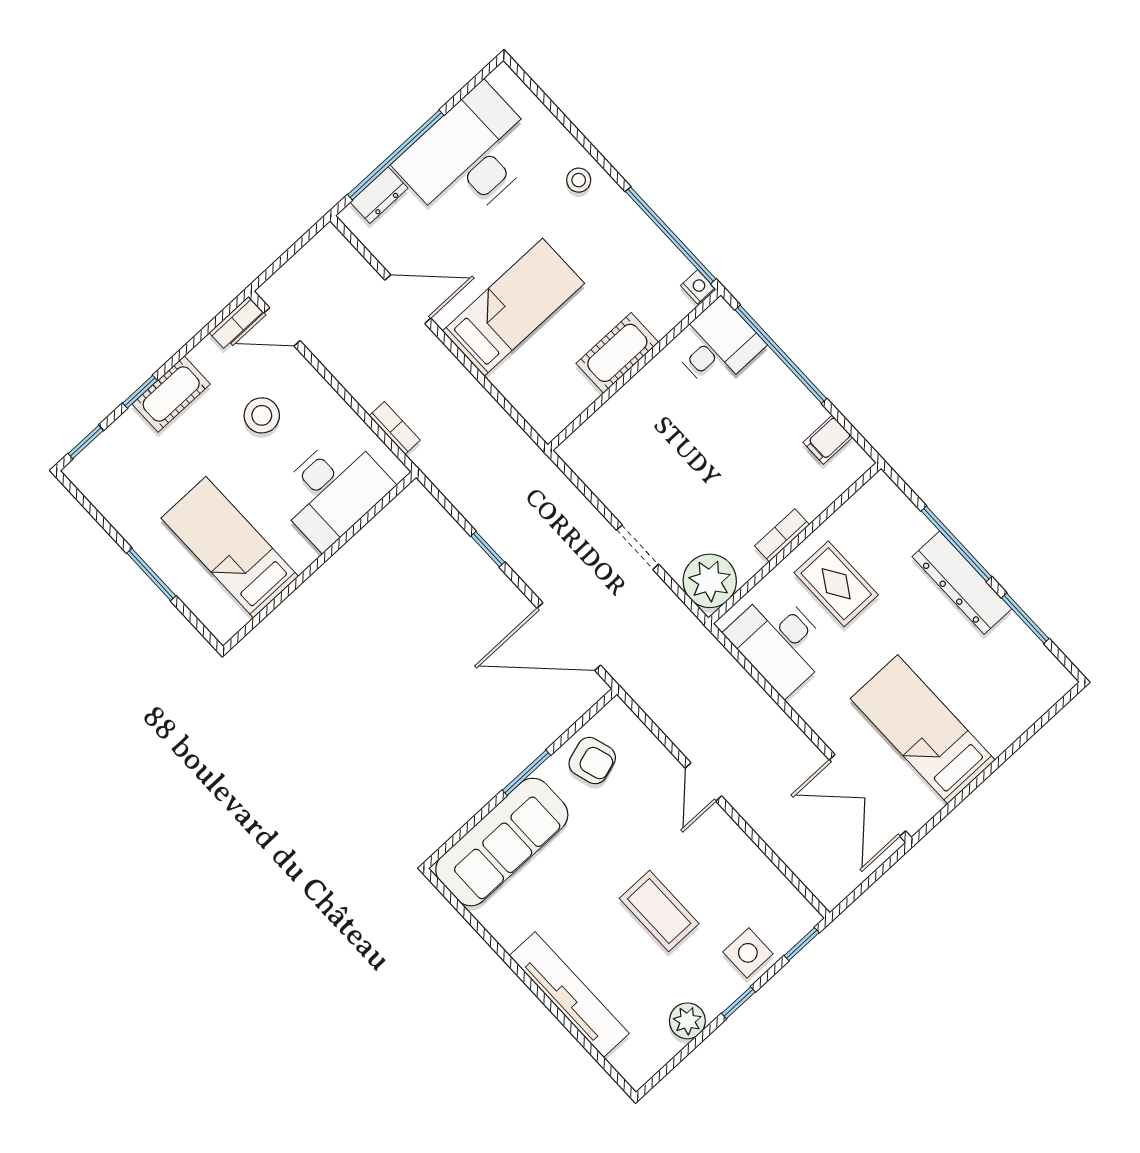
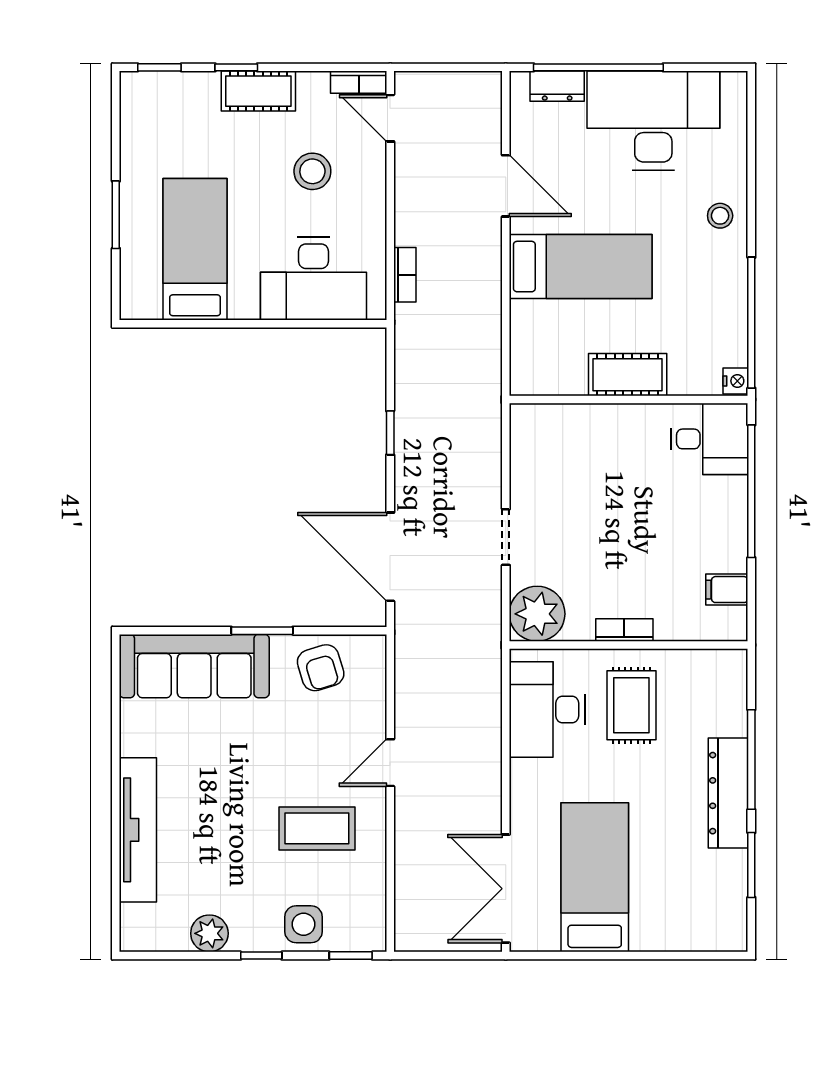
coffee table: (659, 911) -> (317, 828), moved, turned 90

